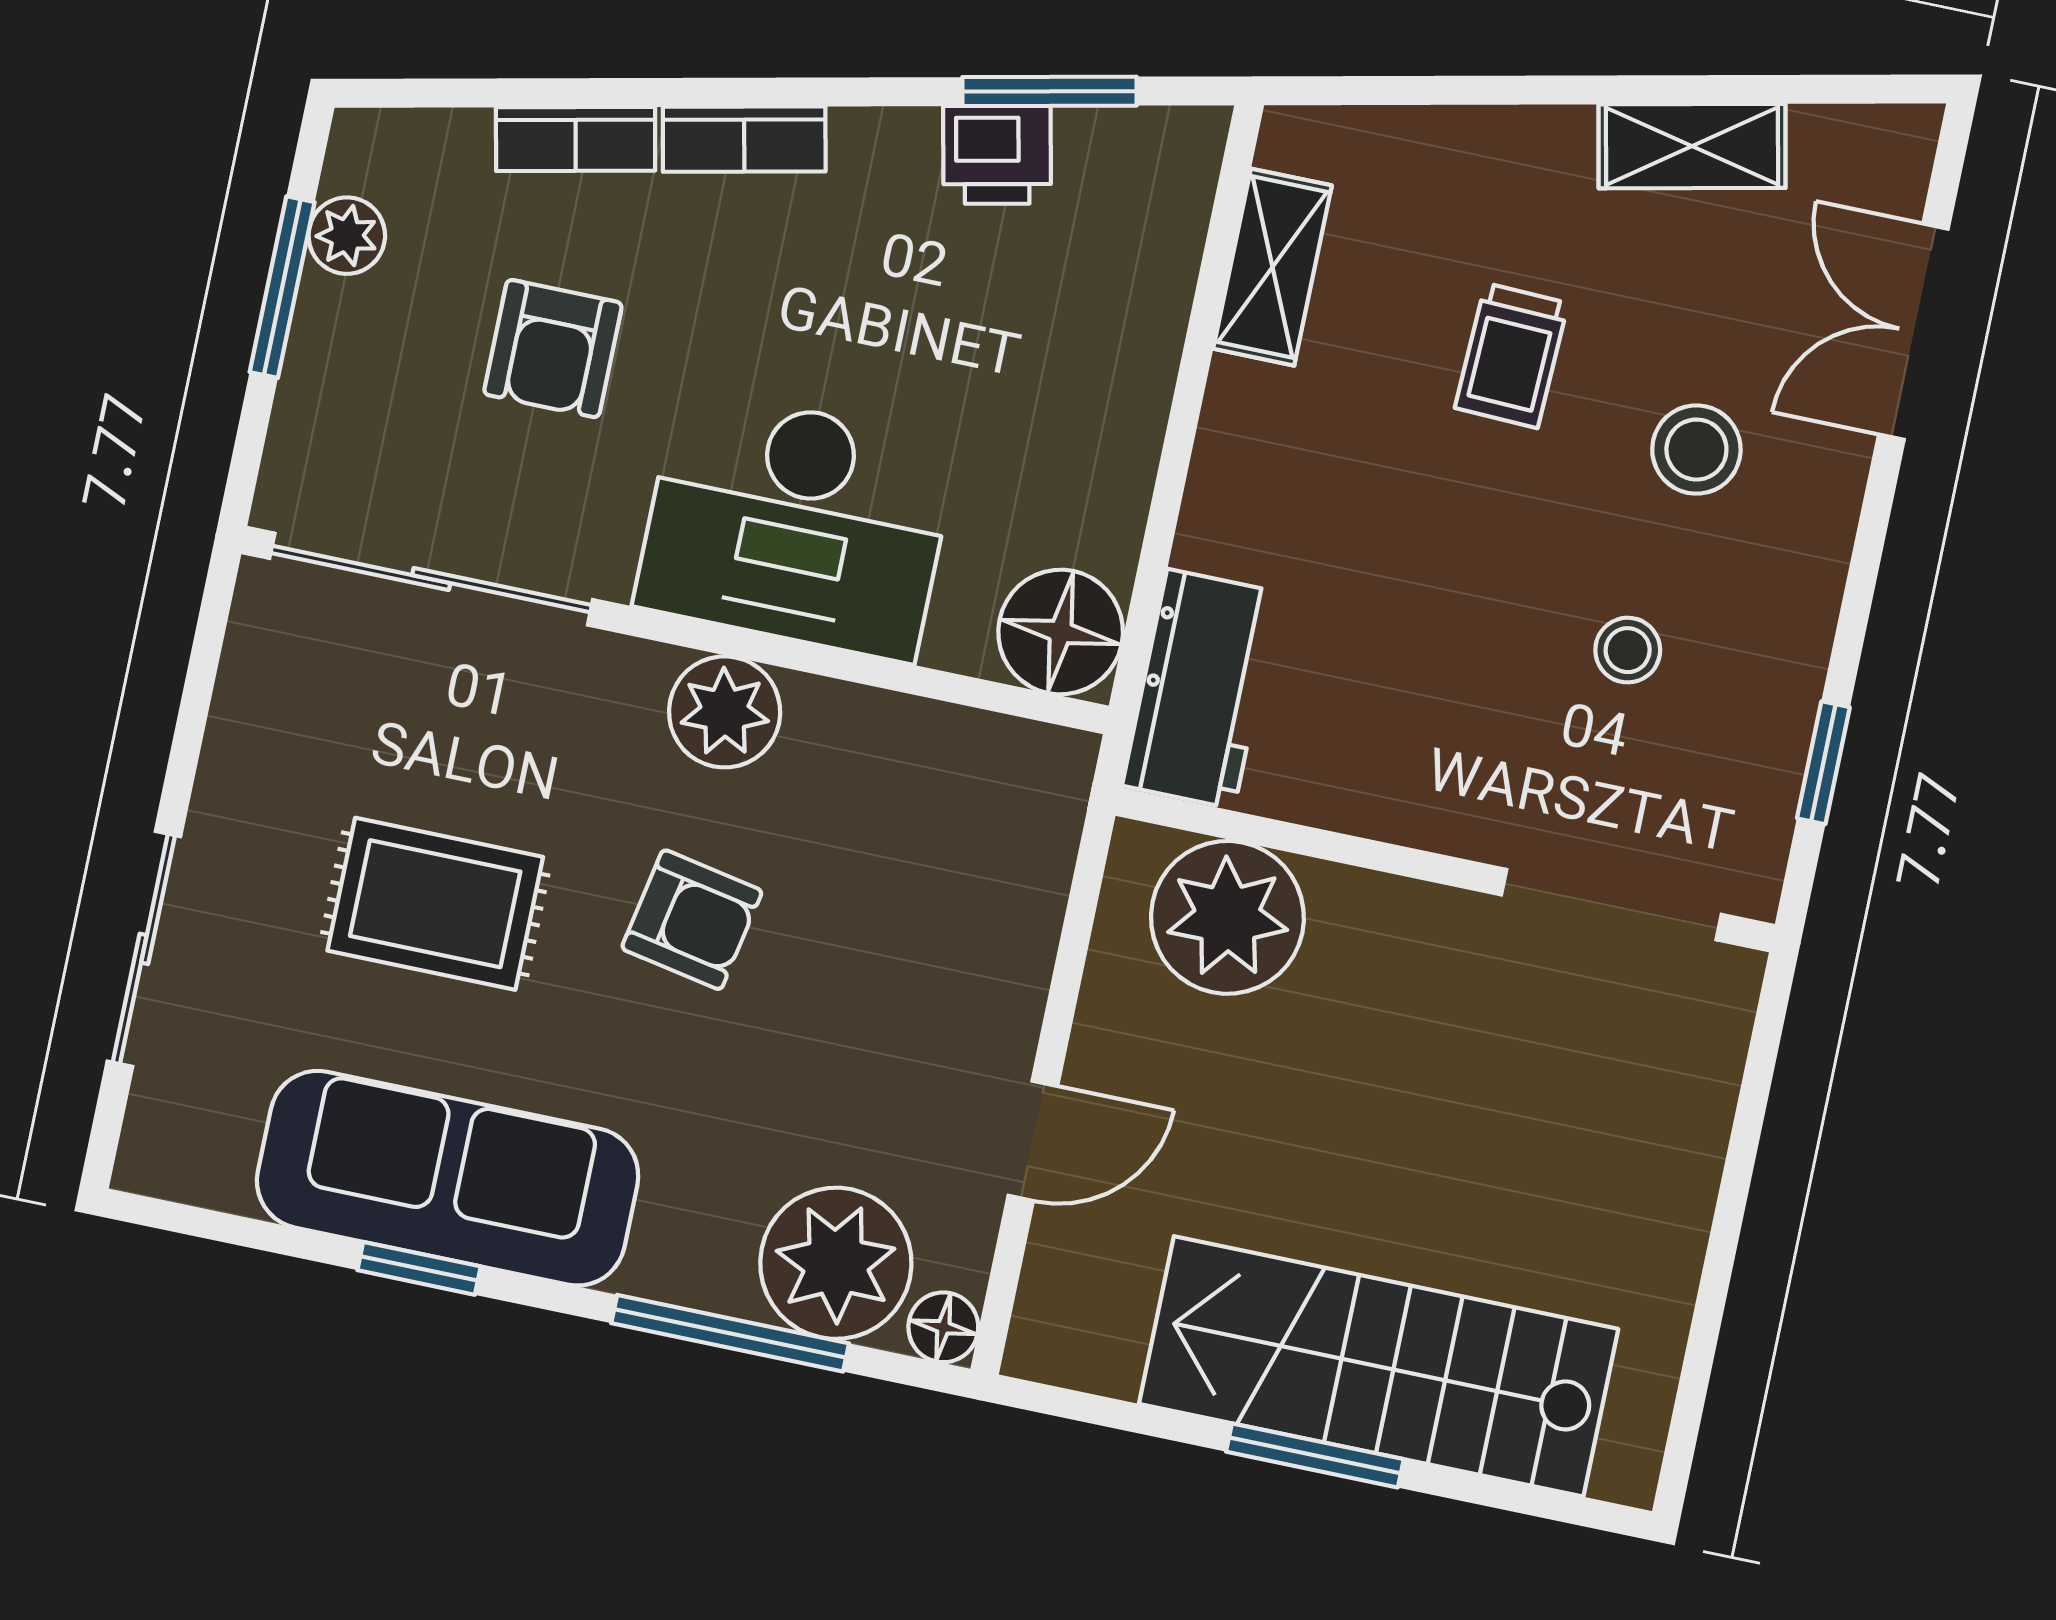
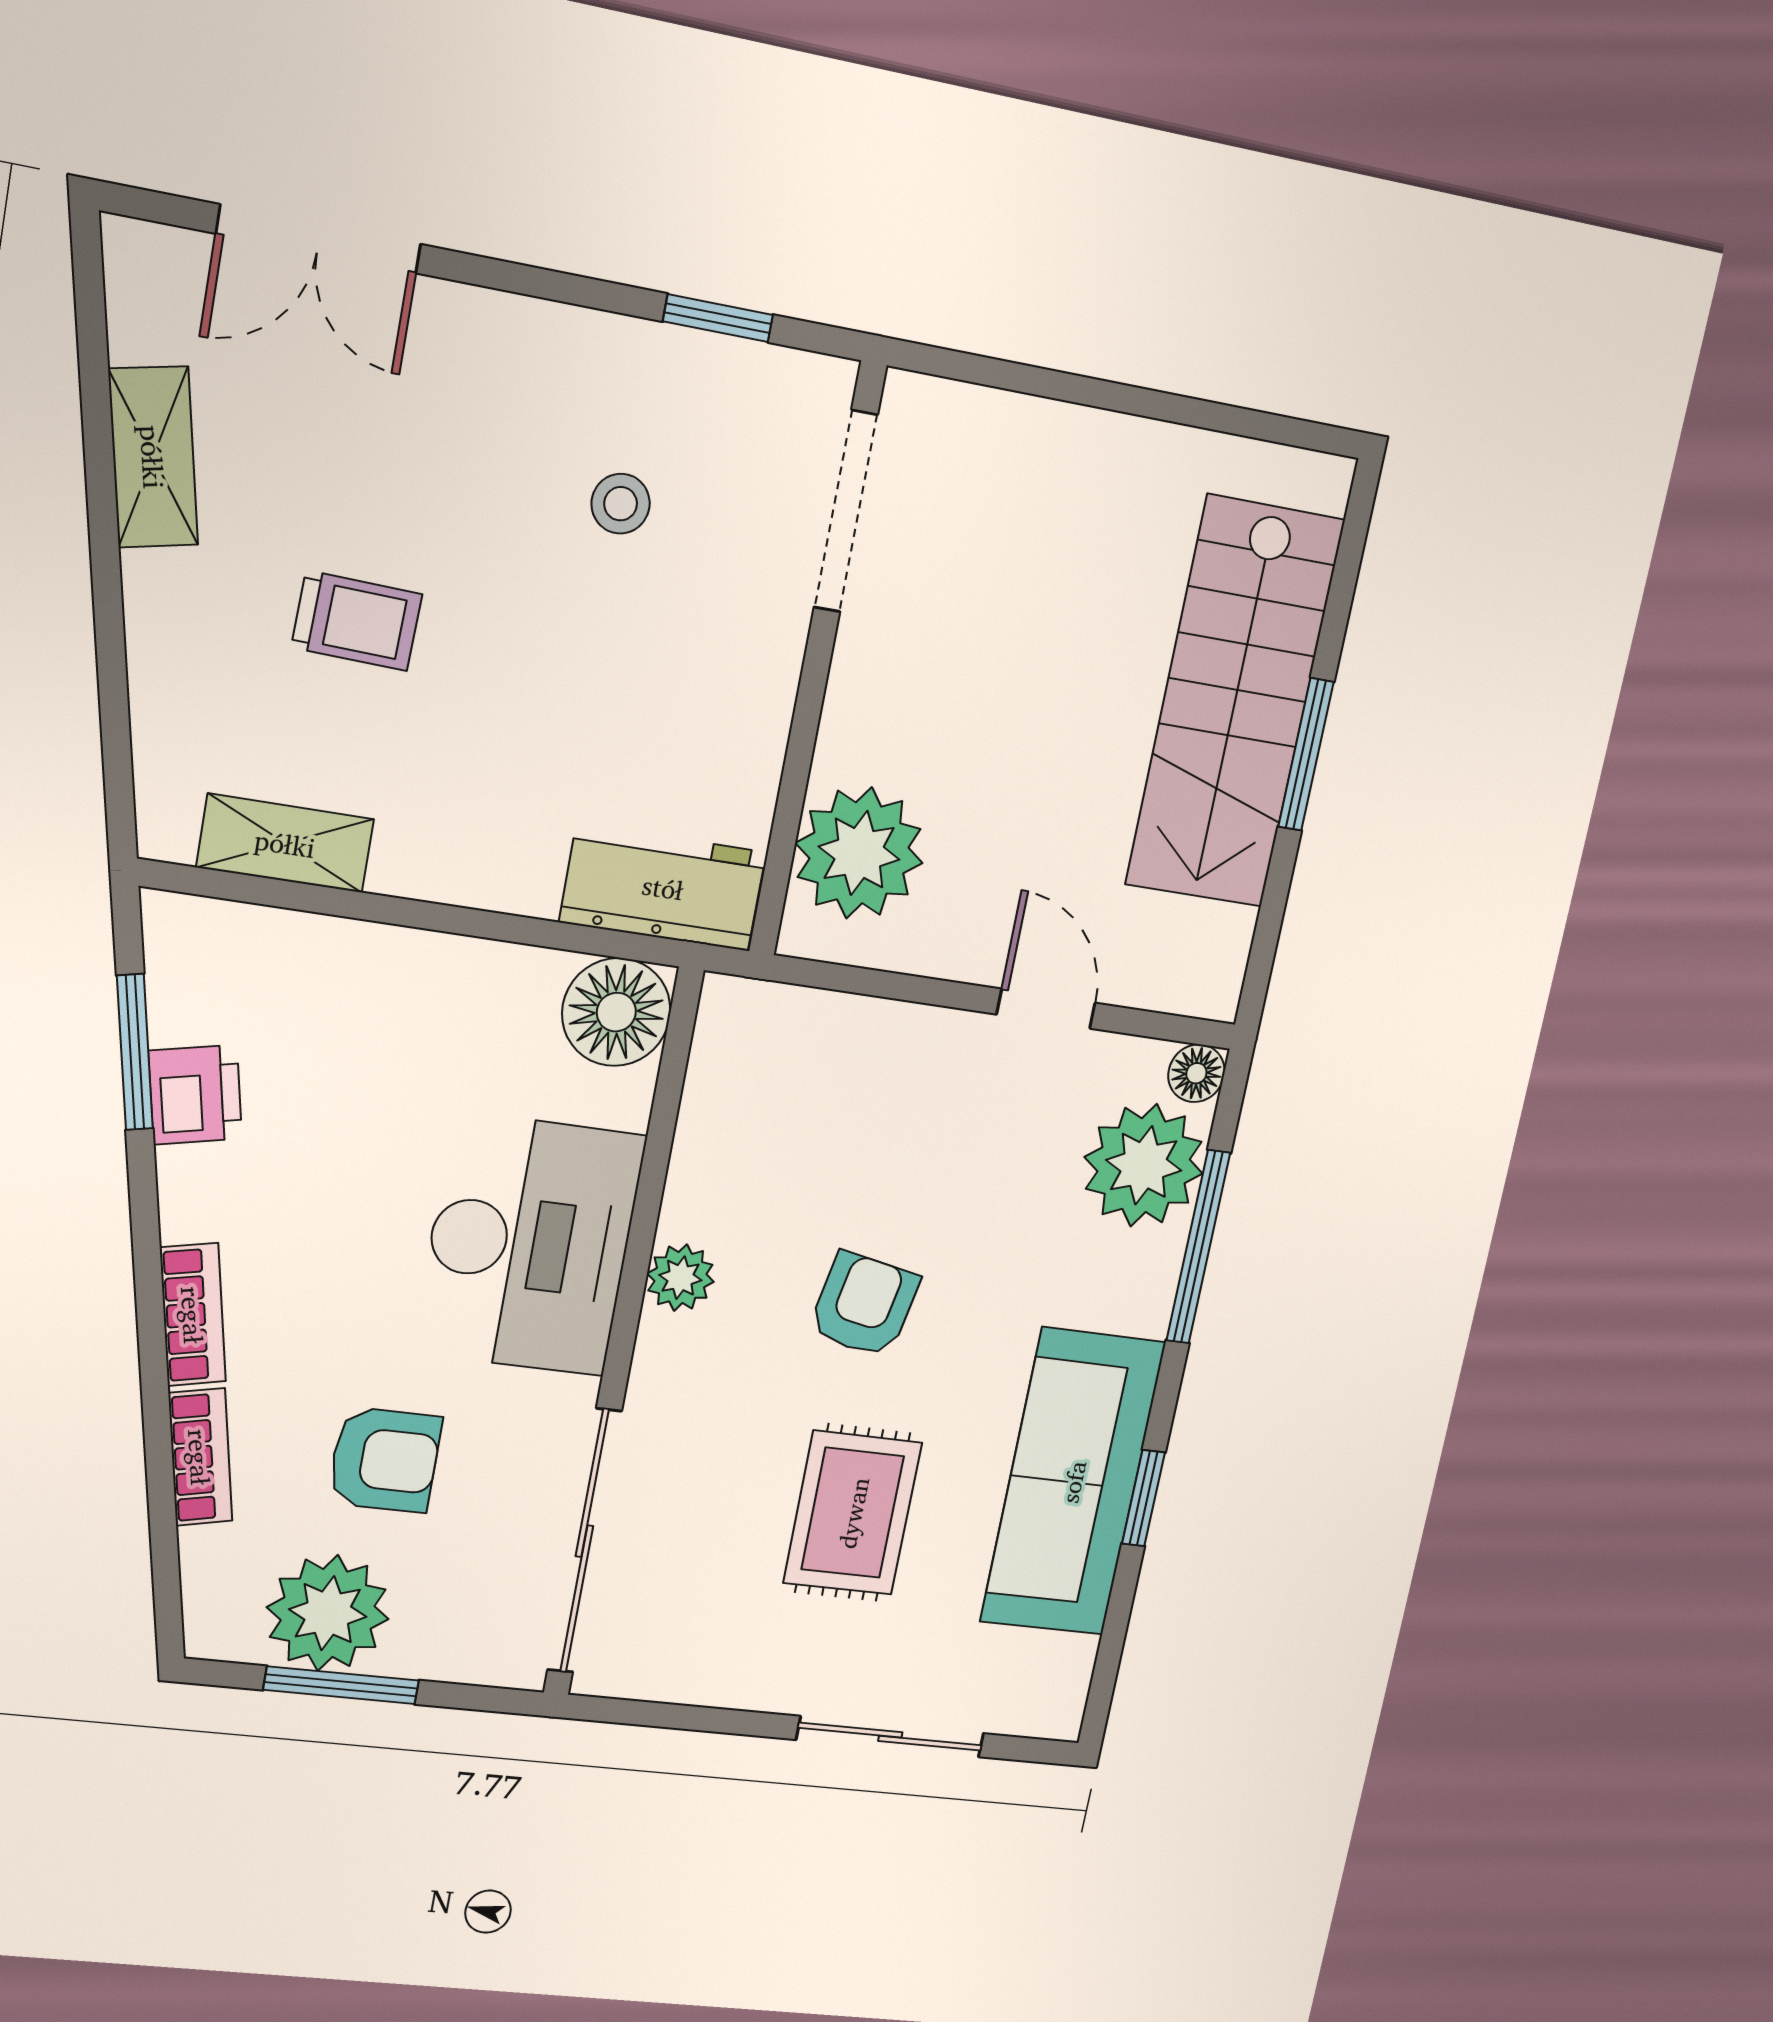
plant: (347, 236) -> (328, 1613), width x1.88, depth x1.88
stool: (1696, 450) -> (437, 445), removed
plant: (725, 712) -> (680, 1278), width x0.73, depth x0.73

